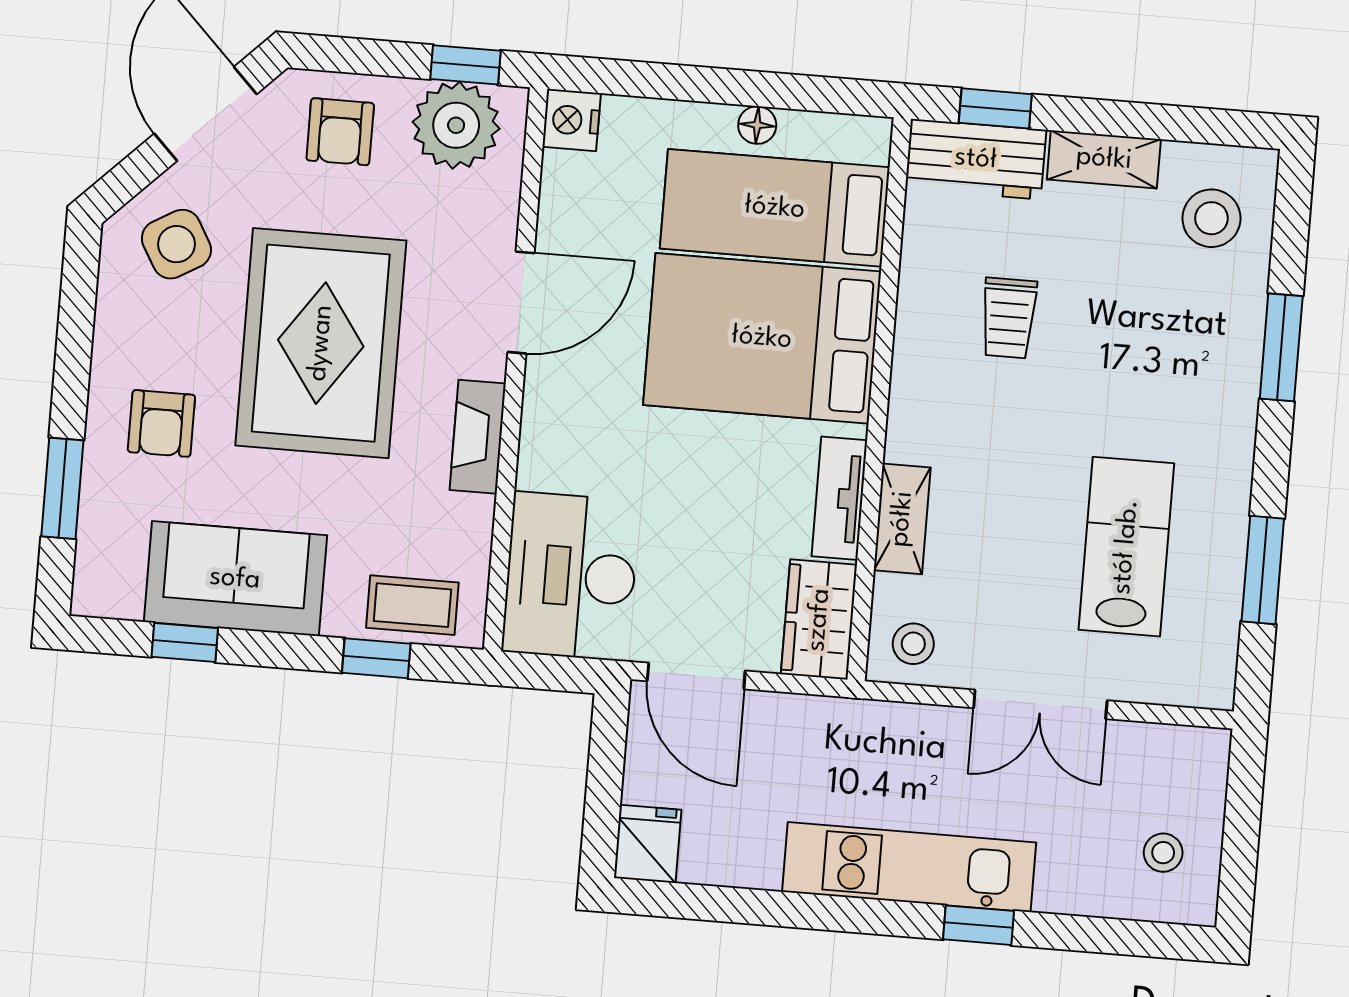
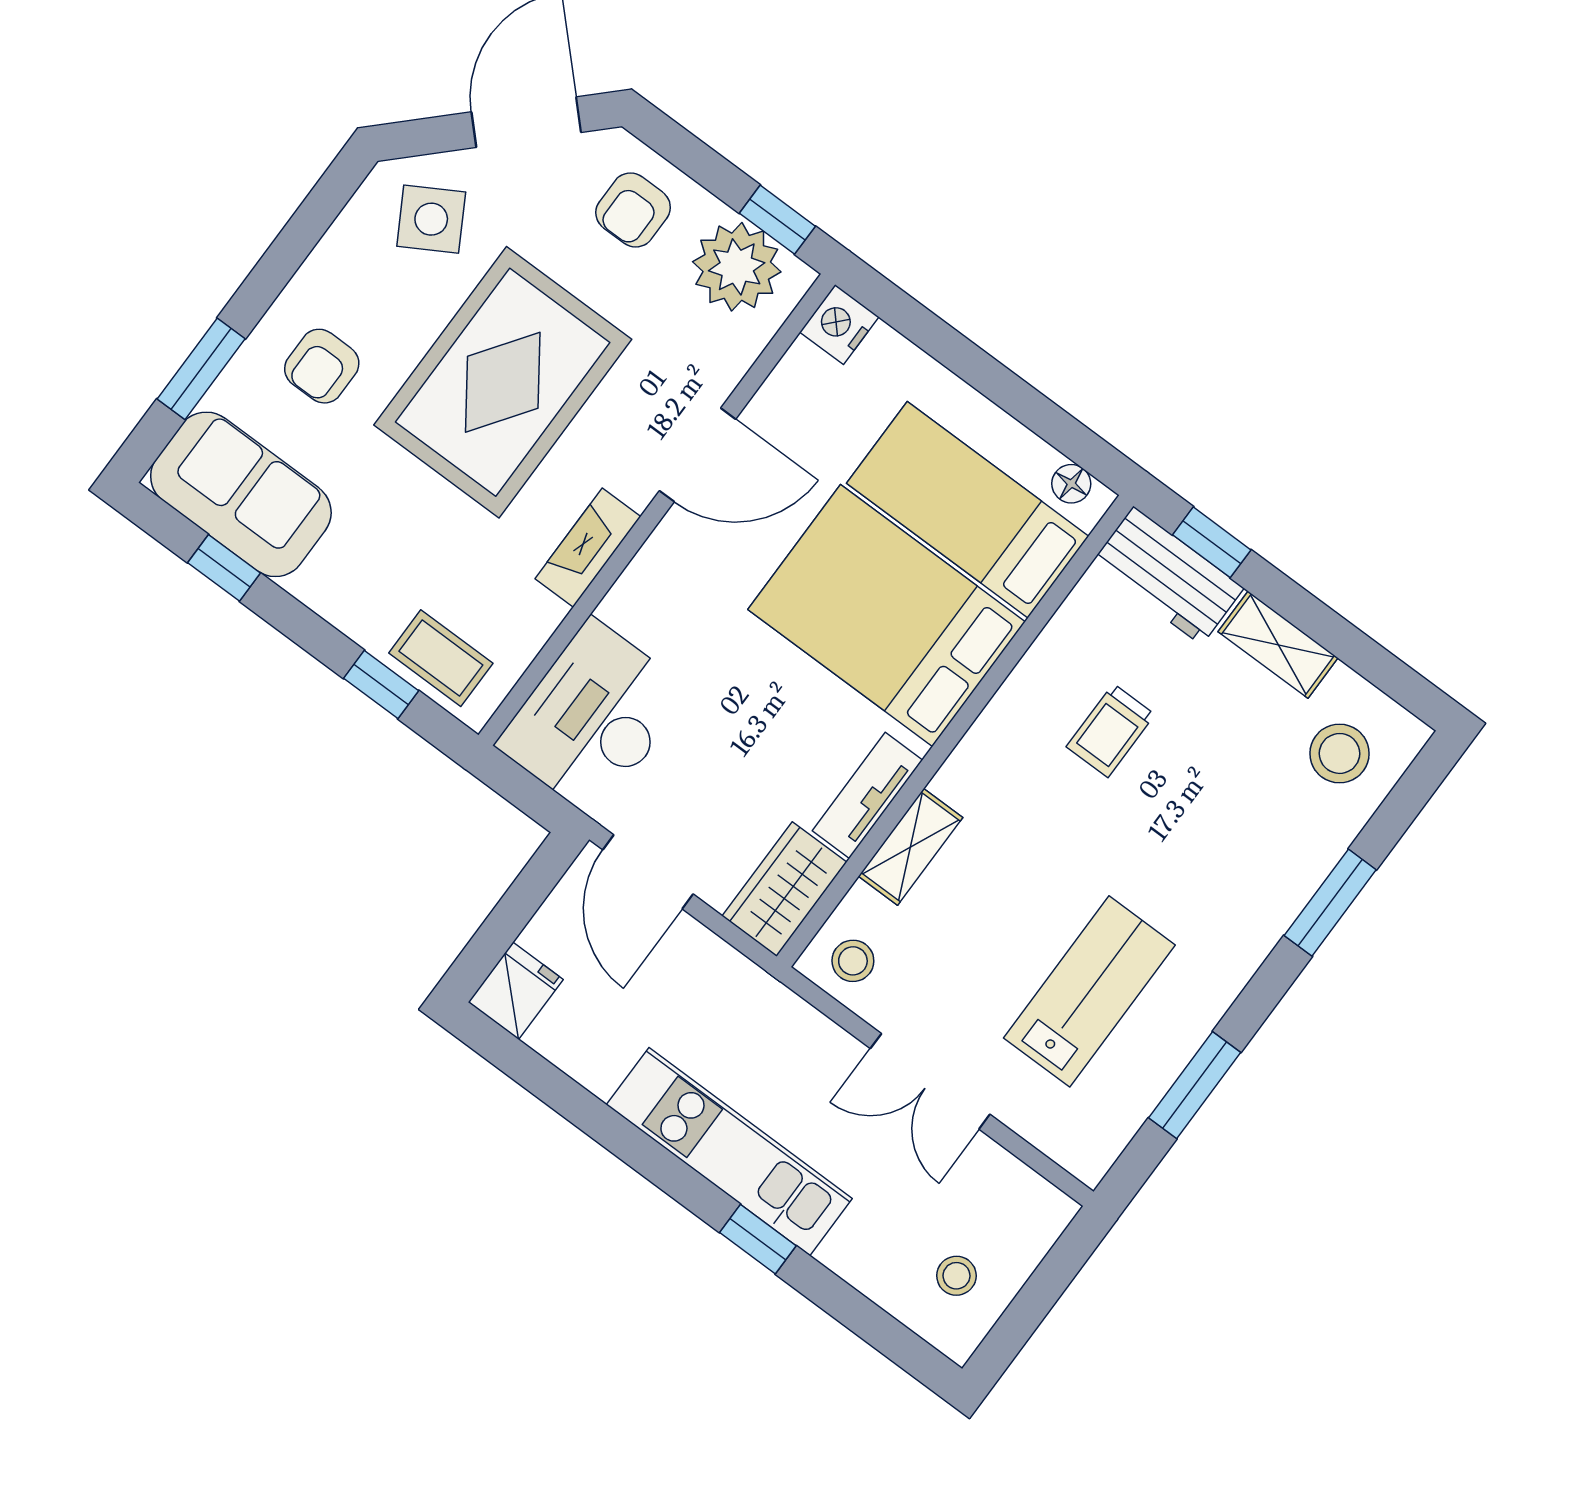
floor lamp: (757, 125) -> (1071, 484), moved
sofa: (235, 579) -> (241, 494), moved

